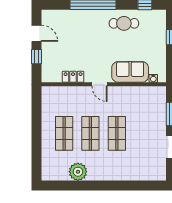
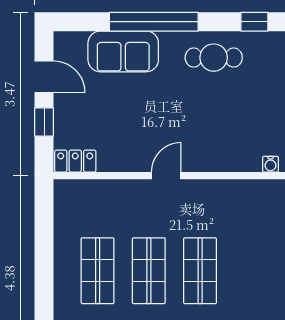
sofa: (130, 72) -> (123, 51), moved, turned 180
locker: (73, 77) -> (75, 161), moved
door: (99, 84) -> (166, 176), swing flipped

